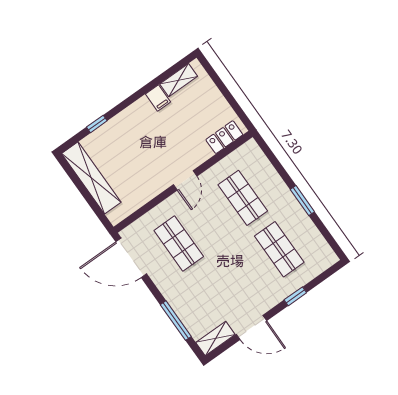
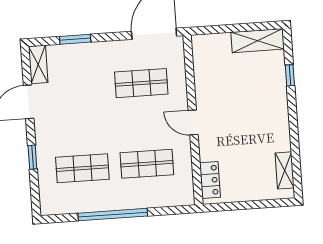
filing cabinet: (158, 98) -> (280, 143), removed
shelving: (91, 178) -> (258, 41), width x0.68
window: (302, 201) -> (113, 215), width x2.11
window: (176, 321) -> (75, 39), width x0.69

